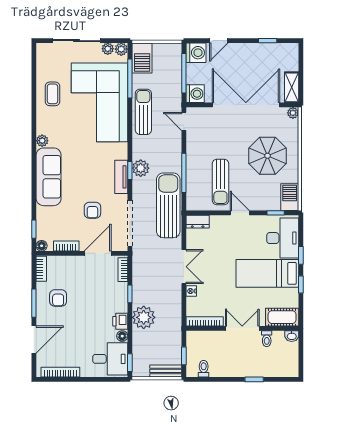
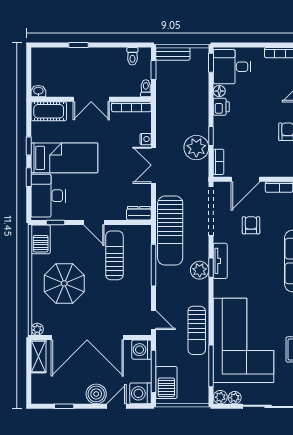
boiler: (238, 52) -> (96, 394), added
barbecue: (142, 58) -> (166, 382), moved, turned 180
plant: (144, 317) -> (196, 148), moved
toilet: (267, 339) -> (146, 88), moved

